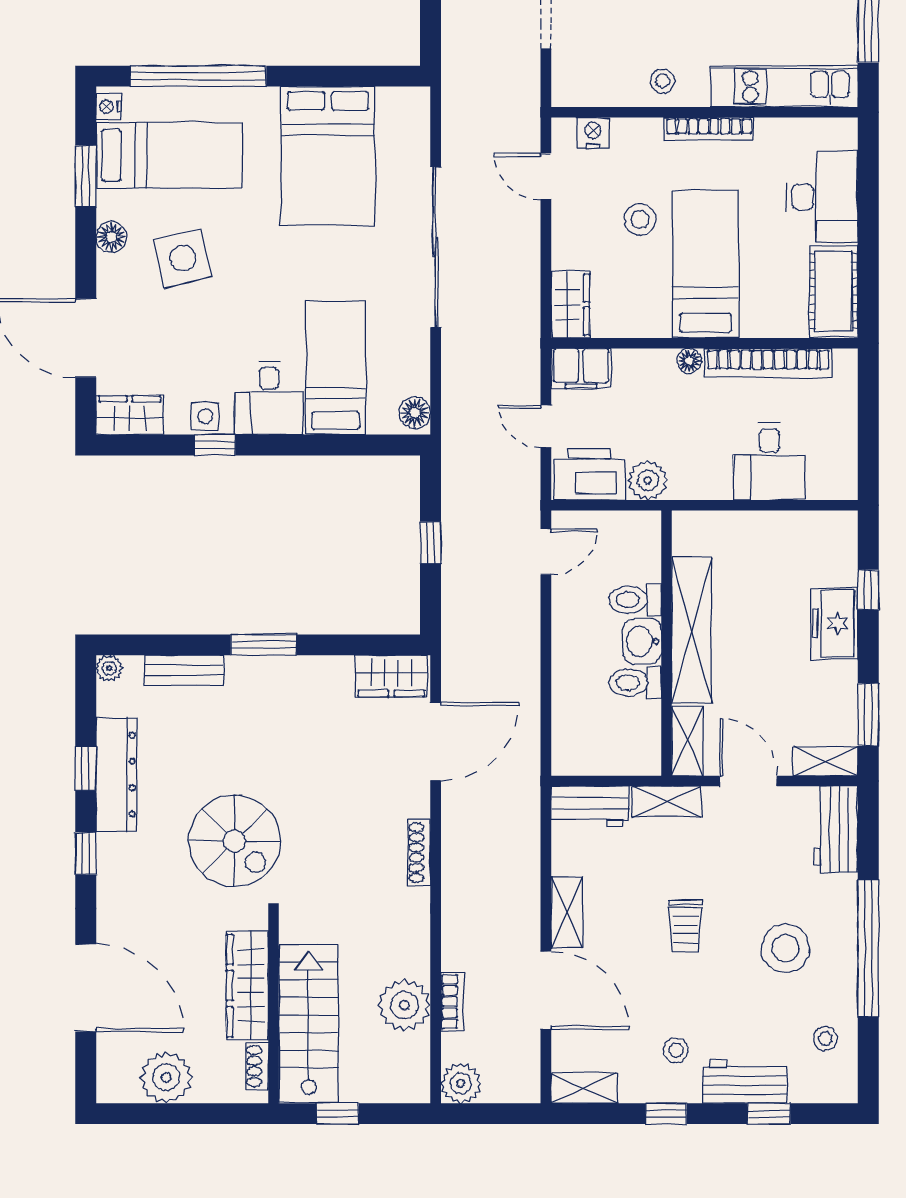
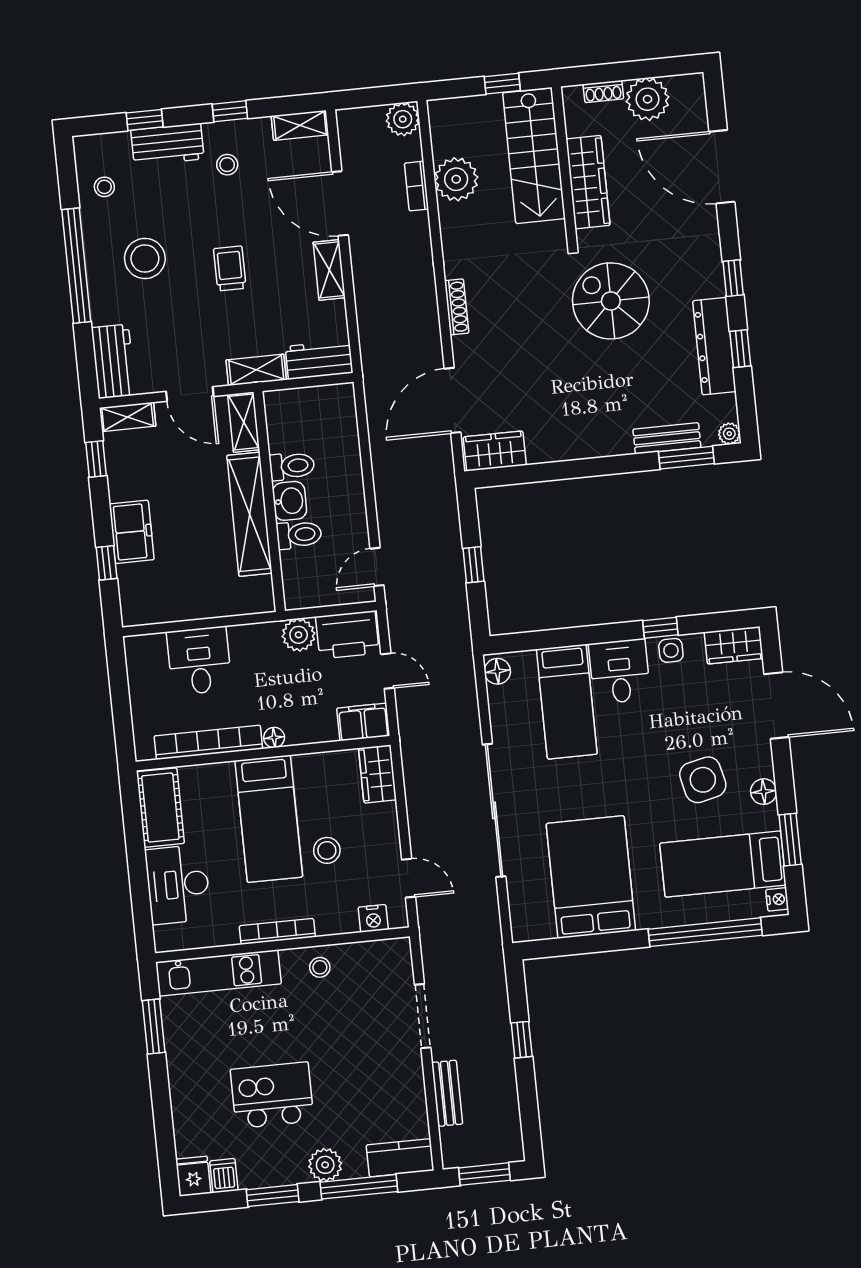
window: (263, 645) -> (686, 458), moved
window: (868, 715) -> (96, 459), width x0.67
shoe rack: (257, 1066) -> (603, 91), moved, turned 90

